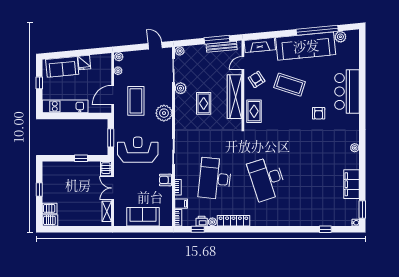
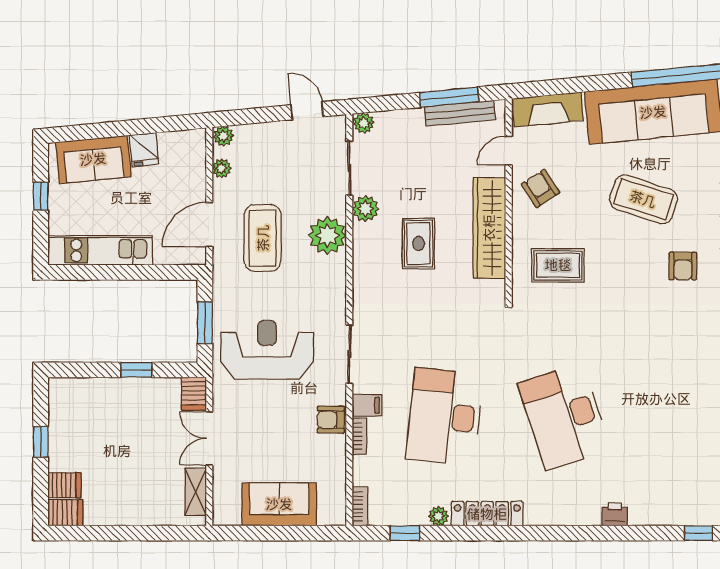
coffee table: (290, 85) -> (643, 199), moved
rug: (254, 111) -> (558, 265), moved, turned 90
plant: (164, 113) -> (327, 236), moved
filing cabinet: (181, 204) -> (367, 405), moved
printer: (202, 221) -> (615, 514), moved

